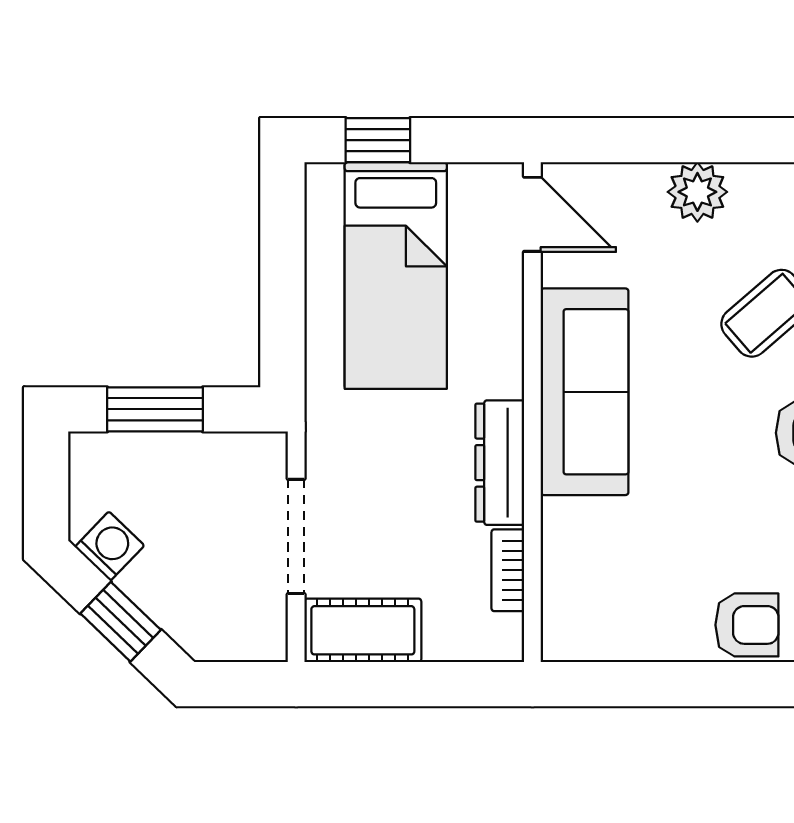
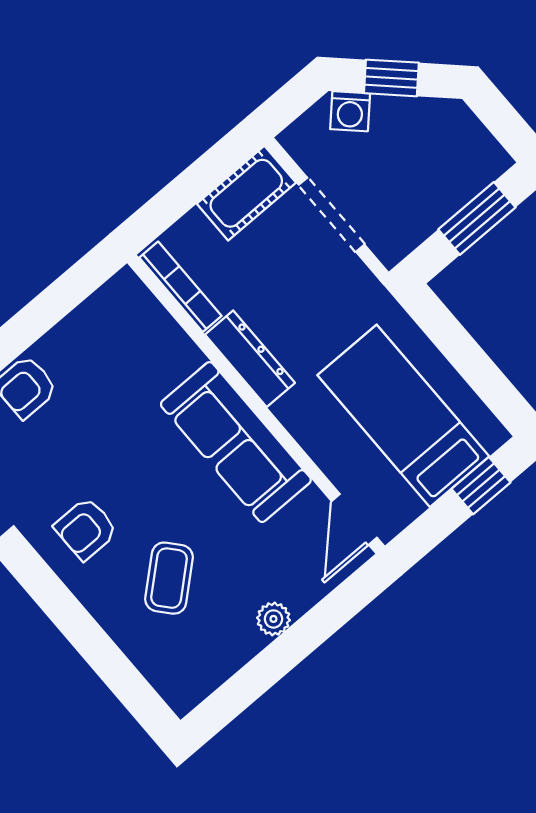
plant: (697, 192) -> (273, 619), width x0.73, depth x0.73
door: (532, 214) -> (354, 519), hinge flipped
washing machine: (110, 546) -> (350, 111), moved
bookcase: (508, 570) -> (180, 287), width x1.56

